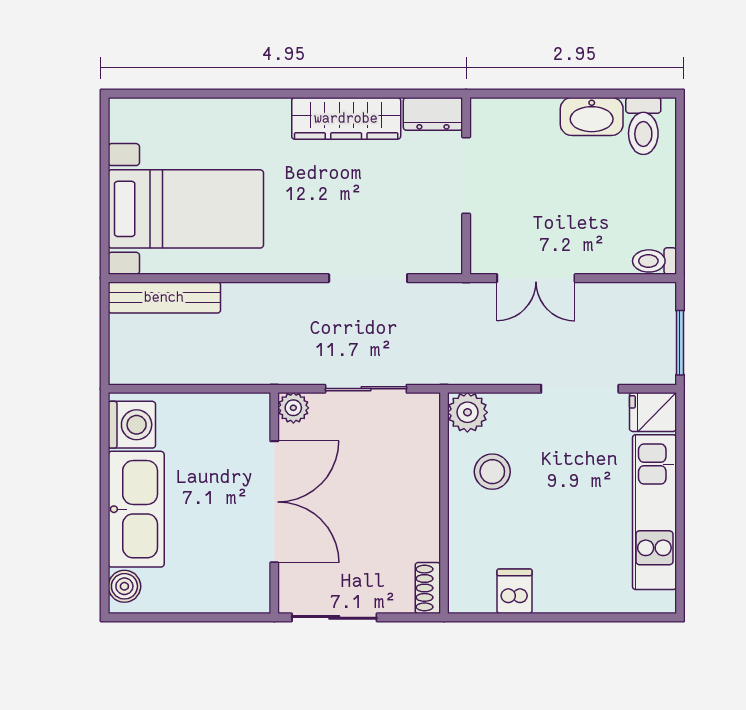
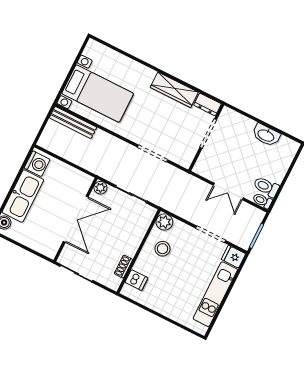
toilet: (643, 126) -> (266, 187), moved, turned 90
double door: (536, 278) -> (228, 191), moved
shoe rack: (428, 588) -> (123, 267), moved
dishwasher: (514, 591) -> (136, 280), moved, turned 90

